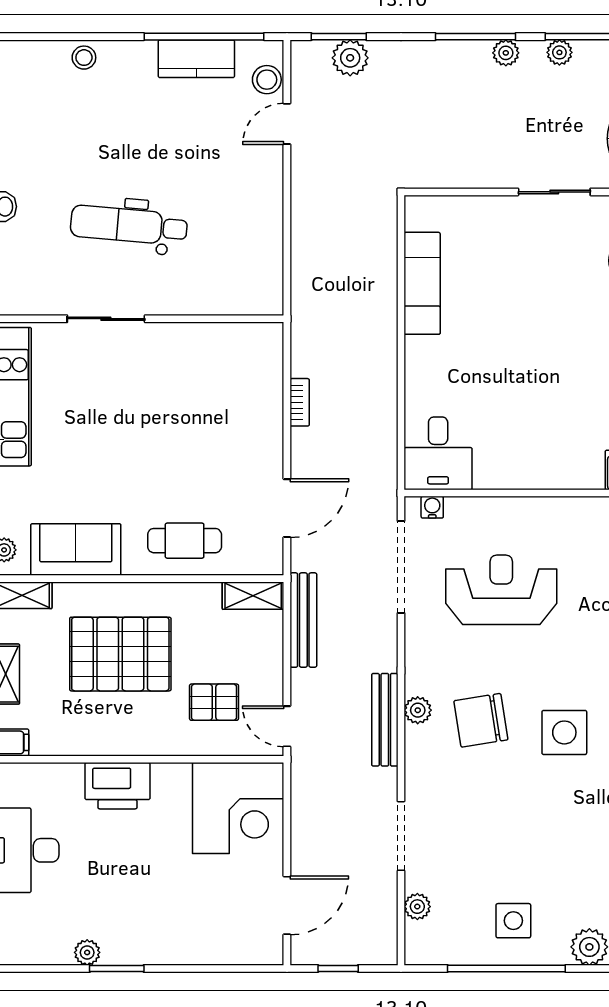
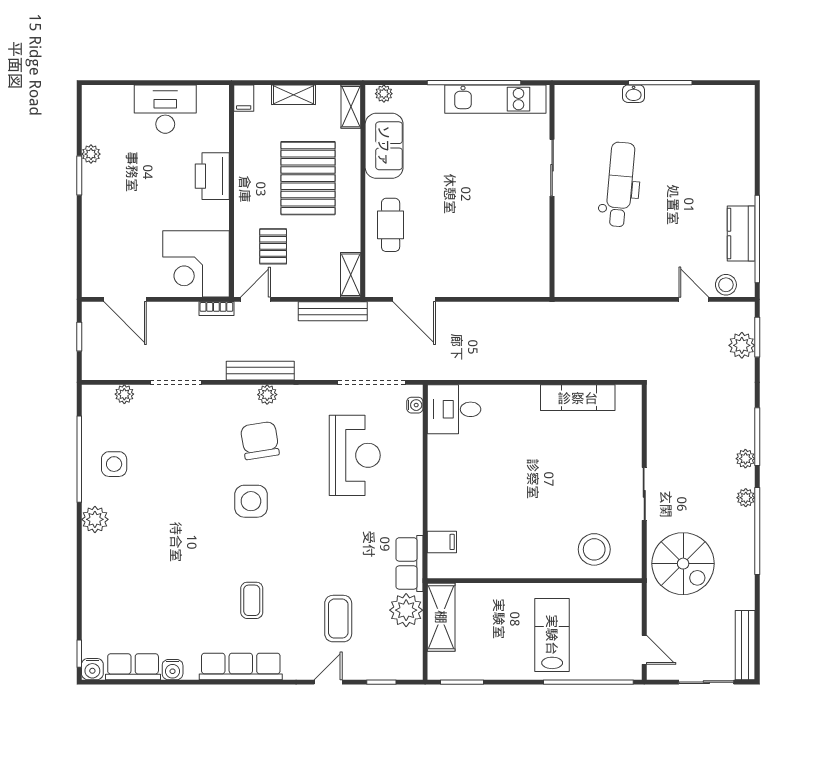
stool: (84, 58) -> (742, 152), removed
bookcase: (300, 402) -> (216, 309), moved

